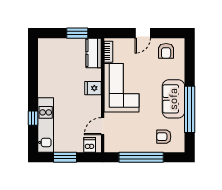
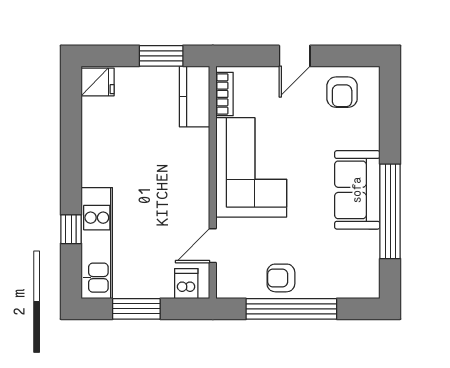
fridge: (93, 88) -> (98, 82), moved, turned 180
armchair: (164, 137) -> (281, 278), moved

